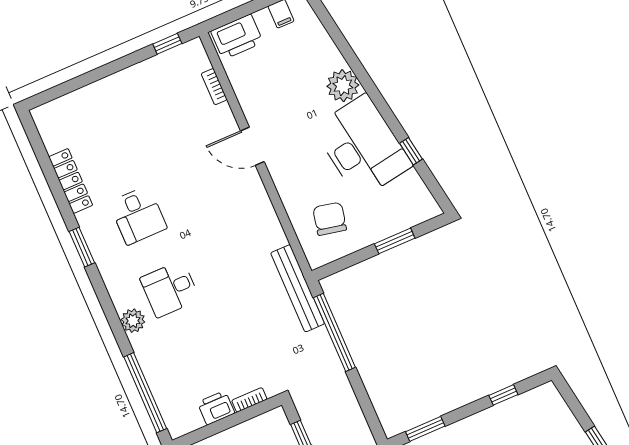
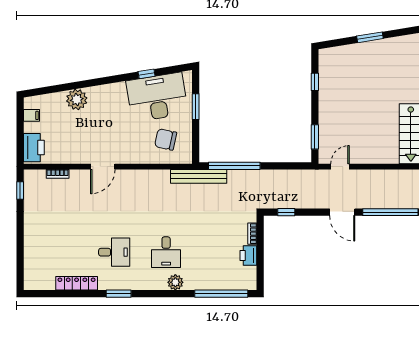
plant: (343, 86) -> (77, 99), moved
desk: (362, 147) -> (157, 97), moved

